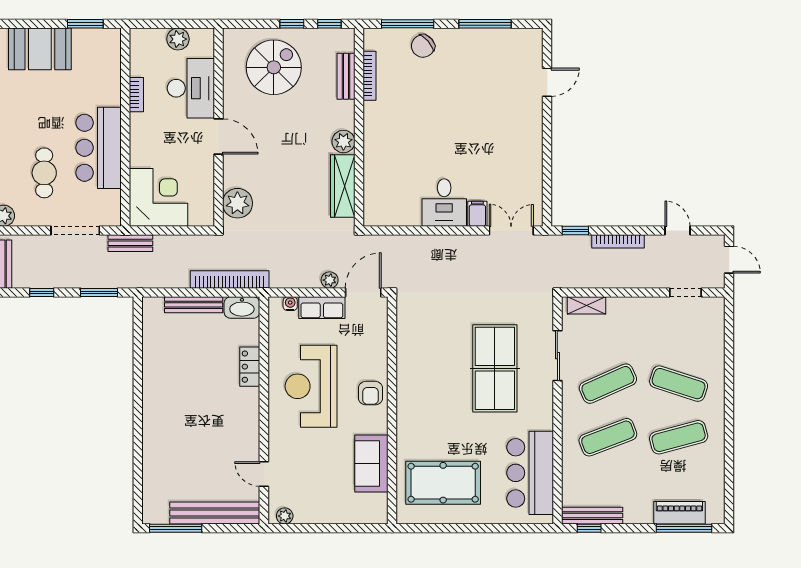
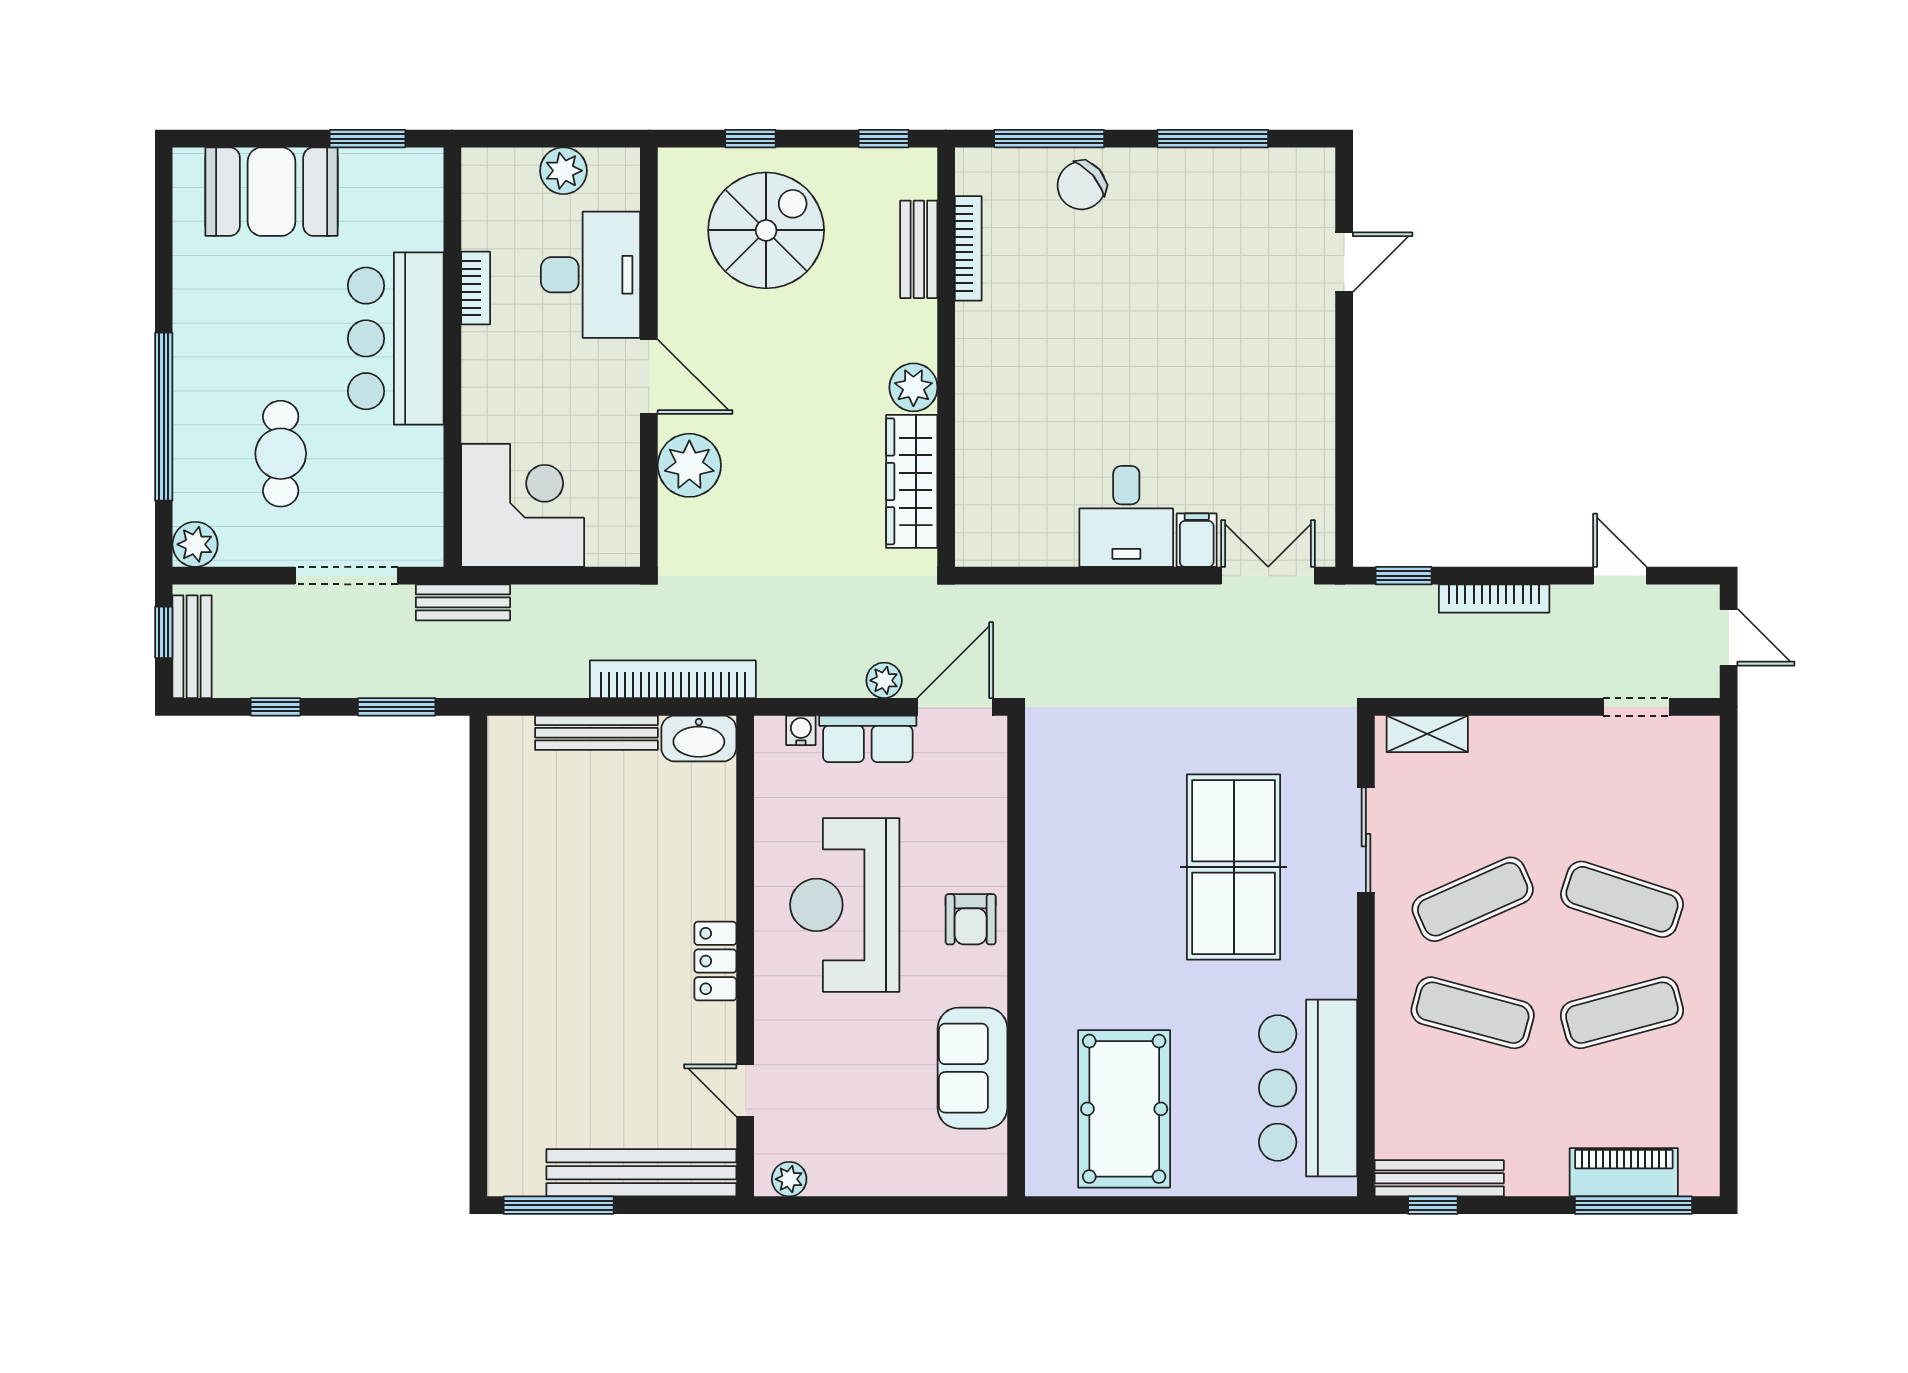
window: (292, 24) -> (750, 139), moved
bar counter: (99, 148) -> (396, 338), moved
plant: (237, 203) -> (689, 465), moved
locker: (250, 367) -> (715, 961), moved
exercise mat: (608, 437) -> (1473, 1013), turned 36
pool table: (443, 483) -> (1124, 1109), turned 90

